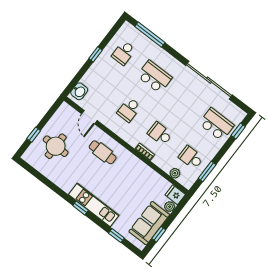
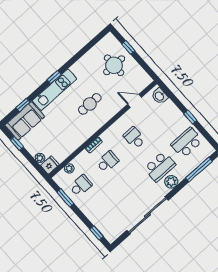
school desk: (124, 53) -> (187, 143), width x1.85
plant: (168, 62) -> (171, 182), added
school desk: (216, 124) -> (106, 214), removed
cafe table: (103, 152) -> (90, 104), moved
sofa: (149, 223) -> (25, 121), moved, turned 90

